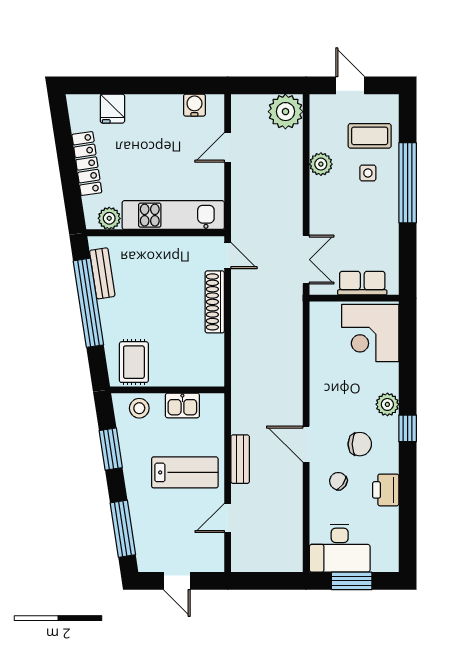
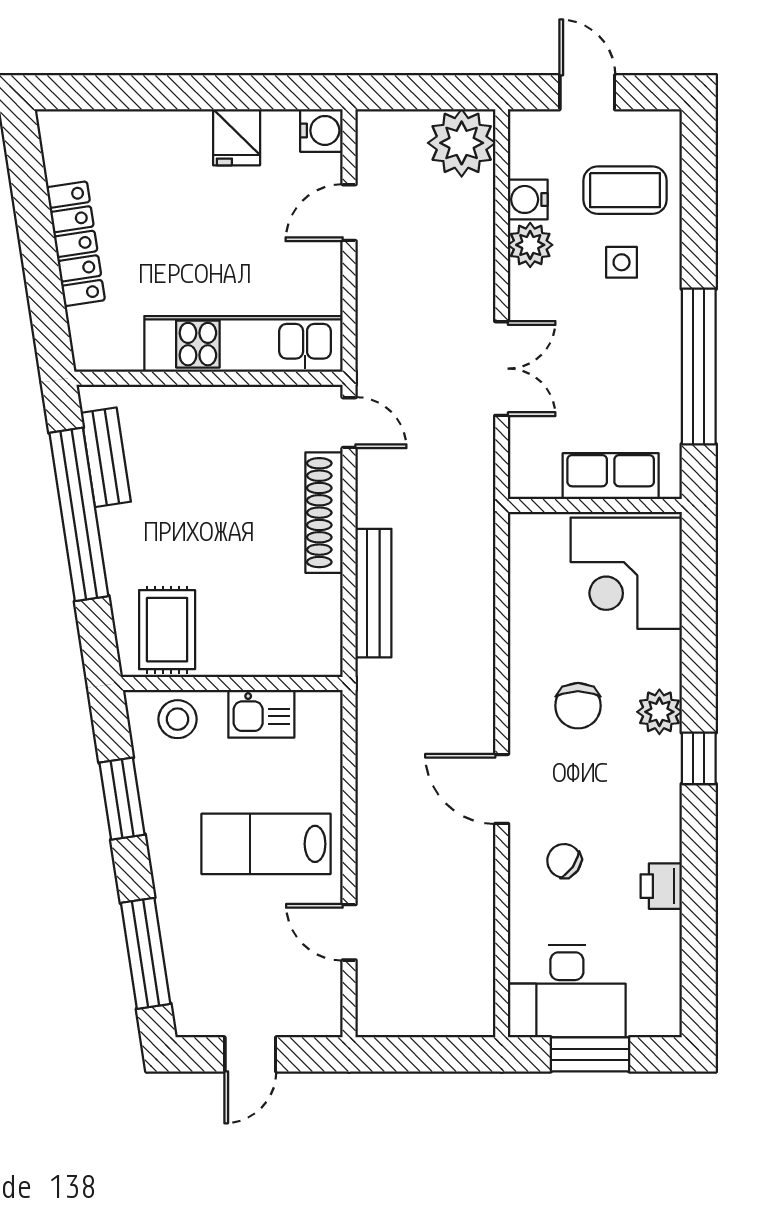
water cooler: (194, 105) -> (321, 130), moved, turned 90
fridge: (112, 109) -> (237, 137), moved
water cooler: (320, 141) -> (528, 199), added
window: (408, 183) -> (699, 366), moved
plant: (109, 218) -> (119, 350), removed
double door: (306, 260) -> (502, 369), moved
chair: (360, 444) -> (578, 706), moved, turned 90
bench: (240, 459) -> (373, 593), moved, width x1.36
lab bench: (185, 472) -> (266, 844), turned 180
printer: (386, 490) -> (661, 886), width x0.73, depth x0.81
door: (228, 518) -> (349, 932), hinge flipped
door: (177, 581) -> (250, 1054), hinge flipped

